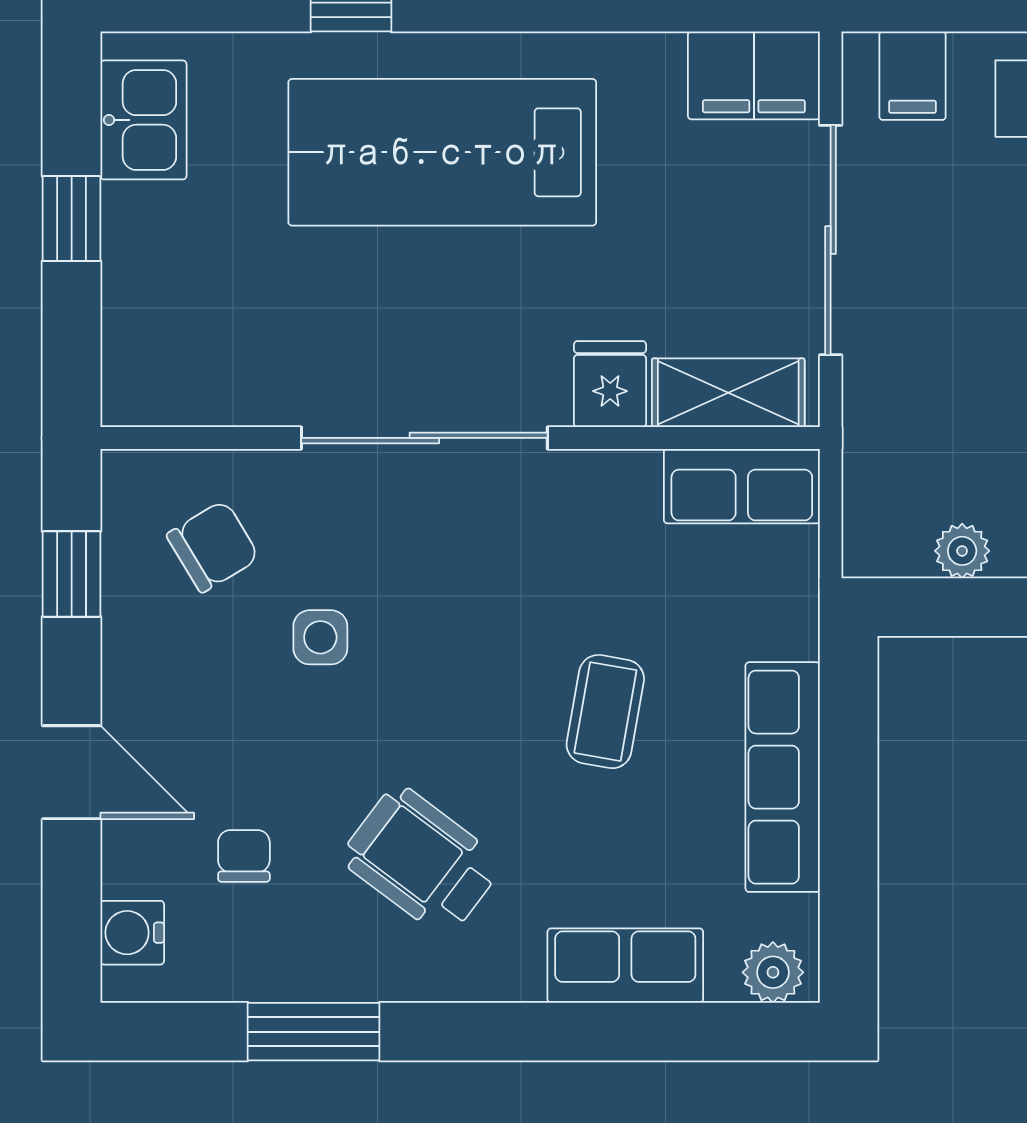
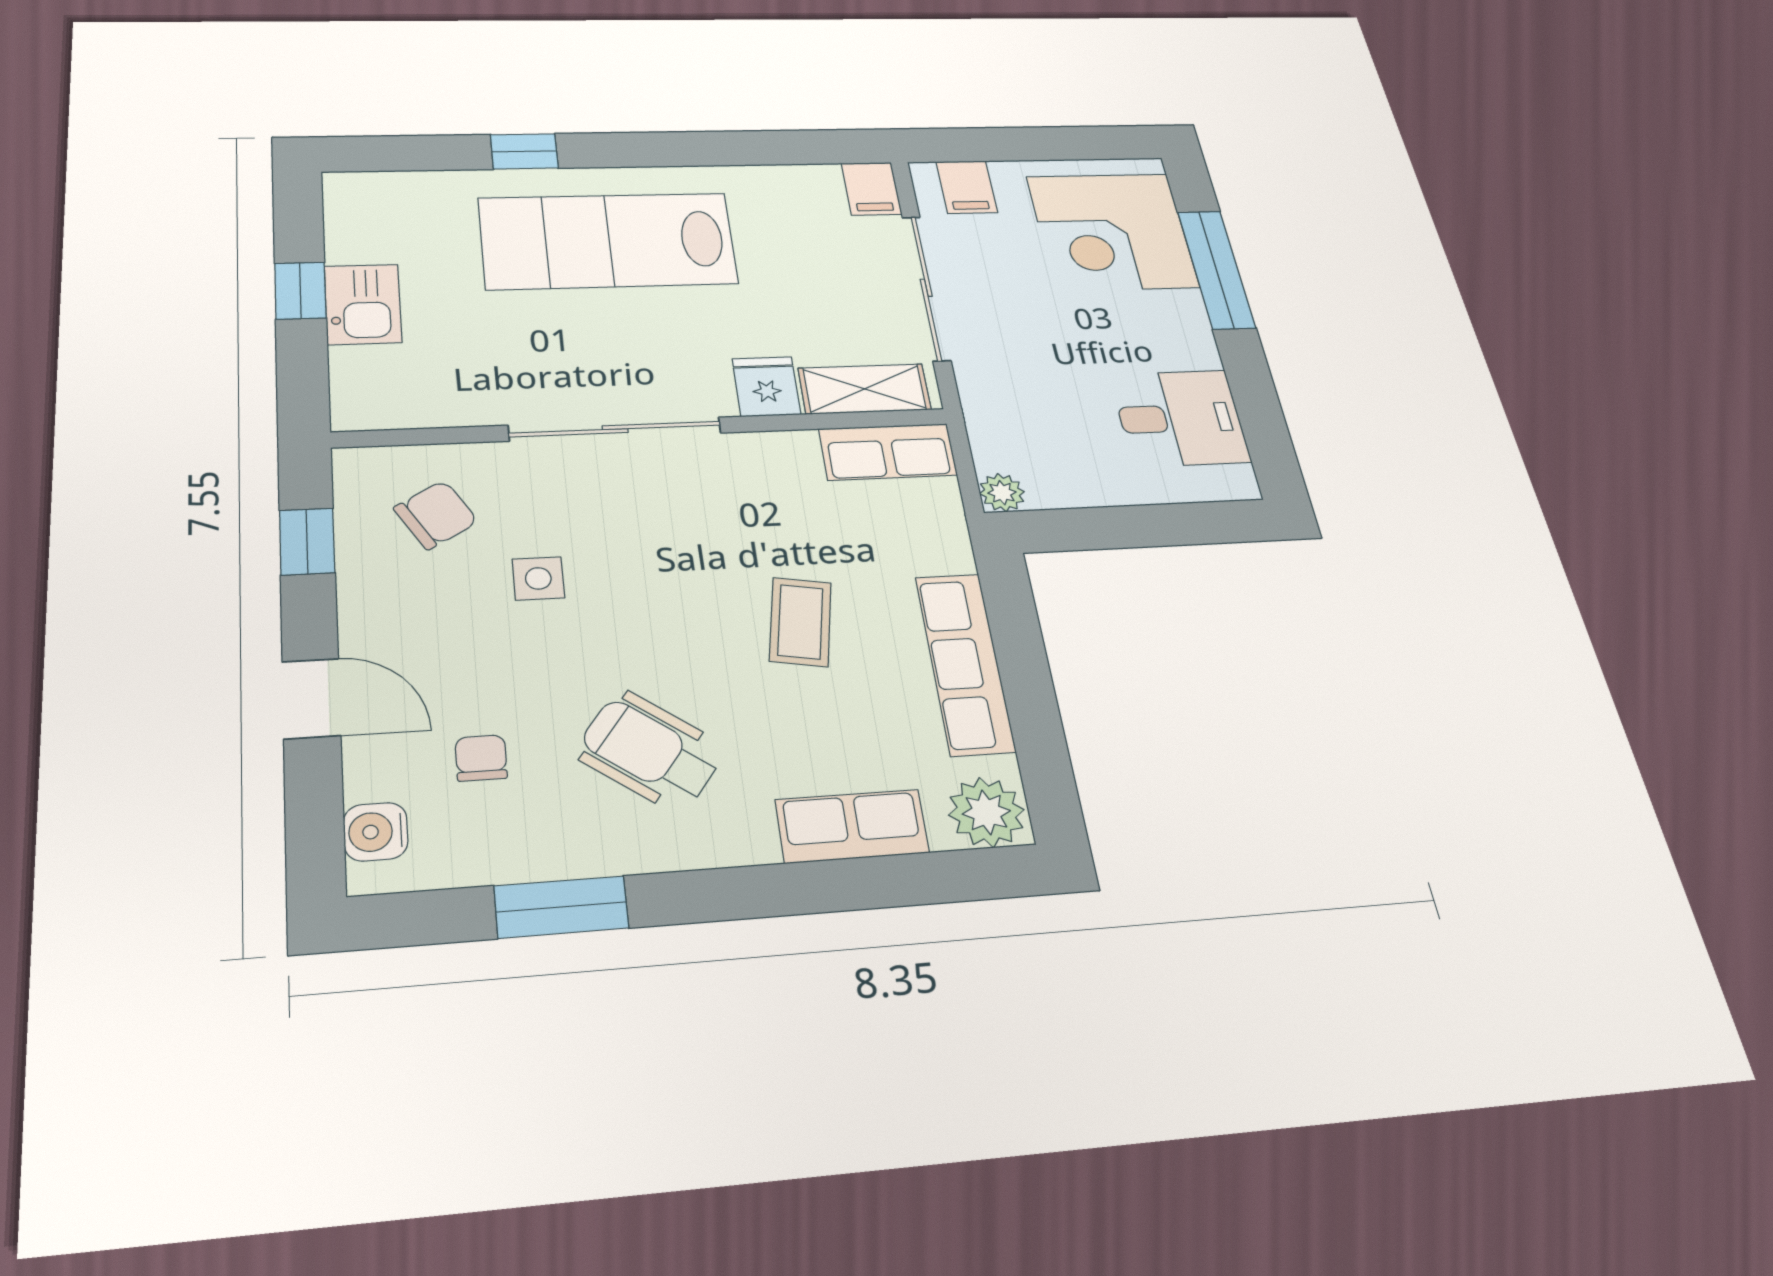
filing cabinet: (754, 75) -> (871, 189), width x0.50
kitchen sink: (143, 120) -> (363, 304), moved
plant: (962, 551) -> (1002, 493), moved
plant: (773, 972) -> (986, 812), width x1.38, depth x1.38

